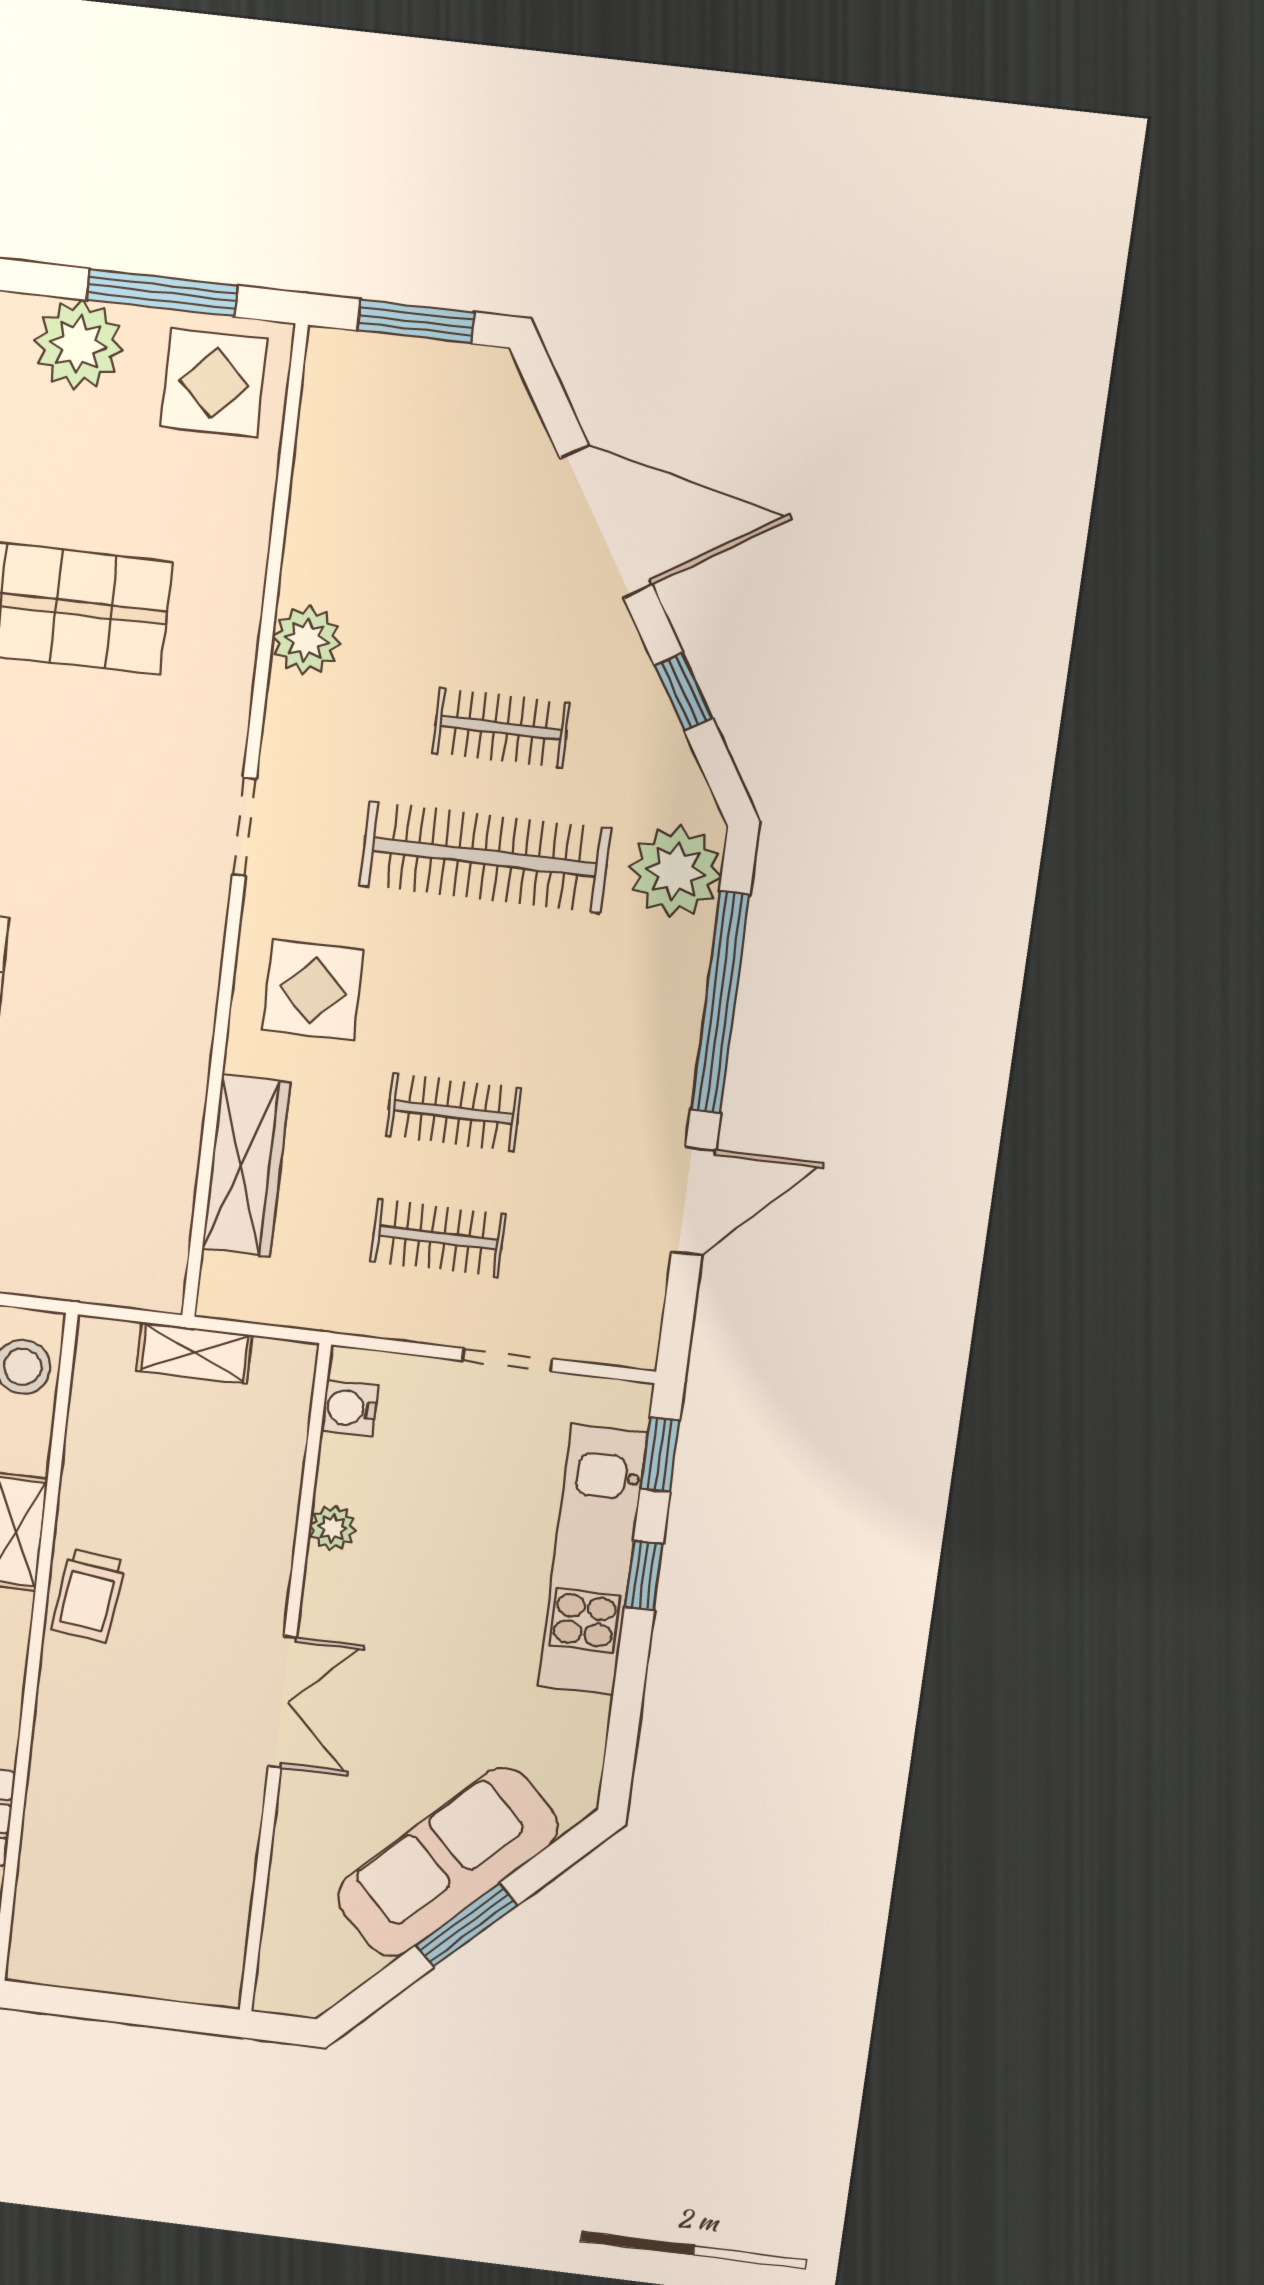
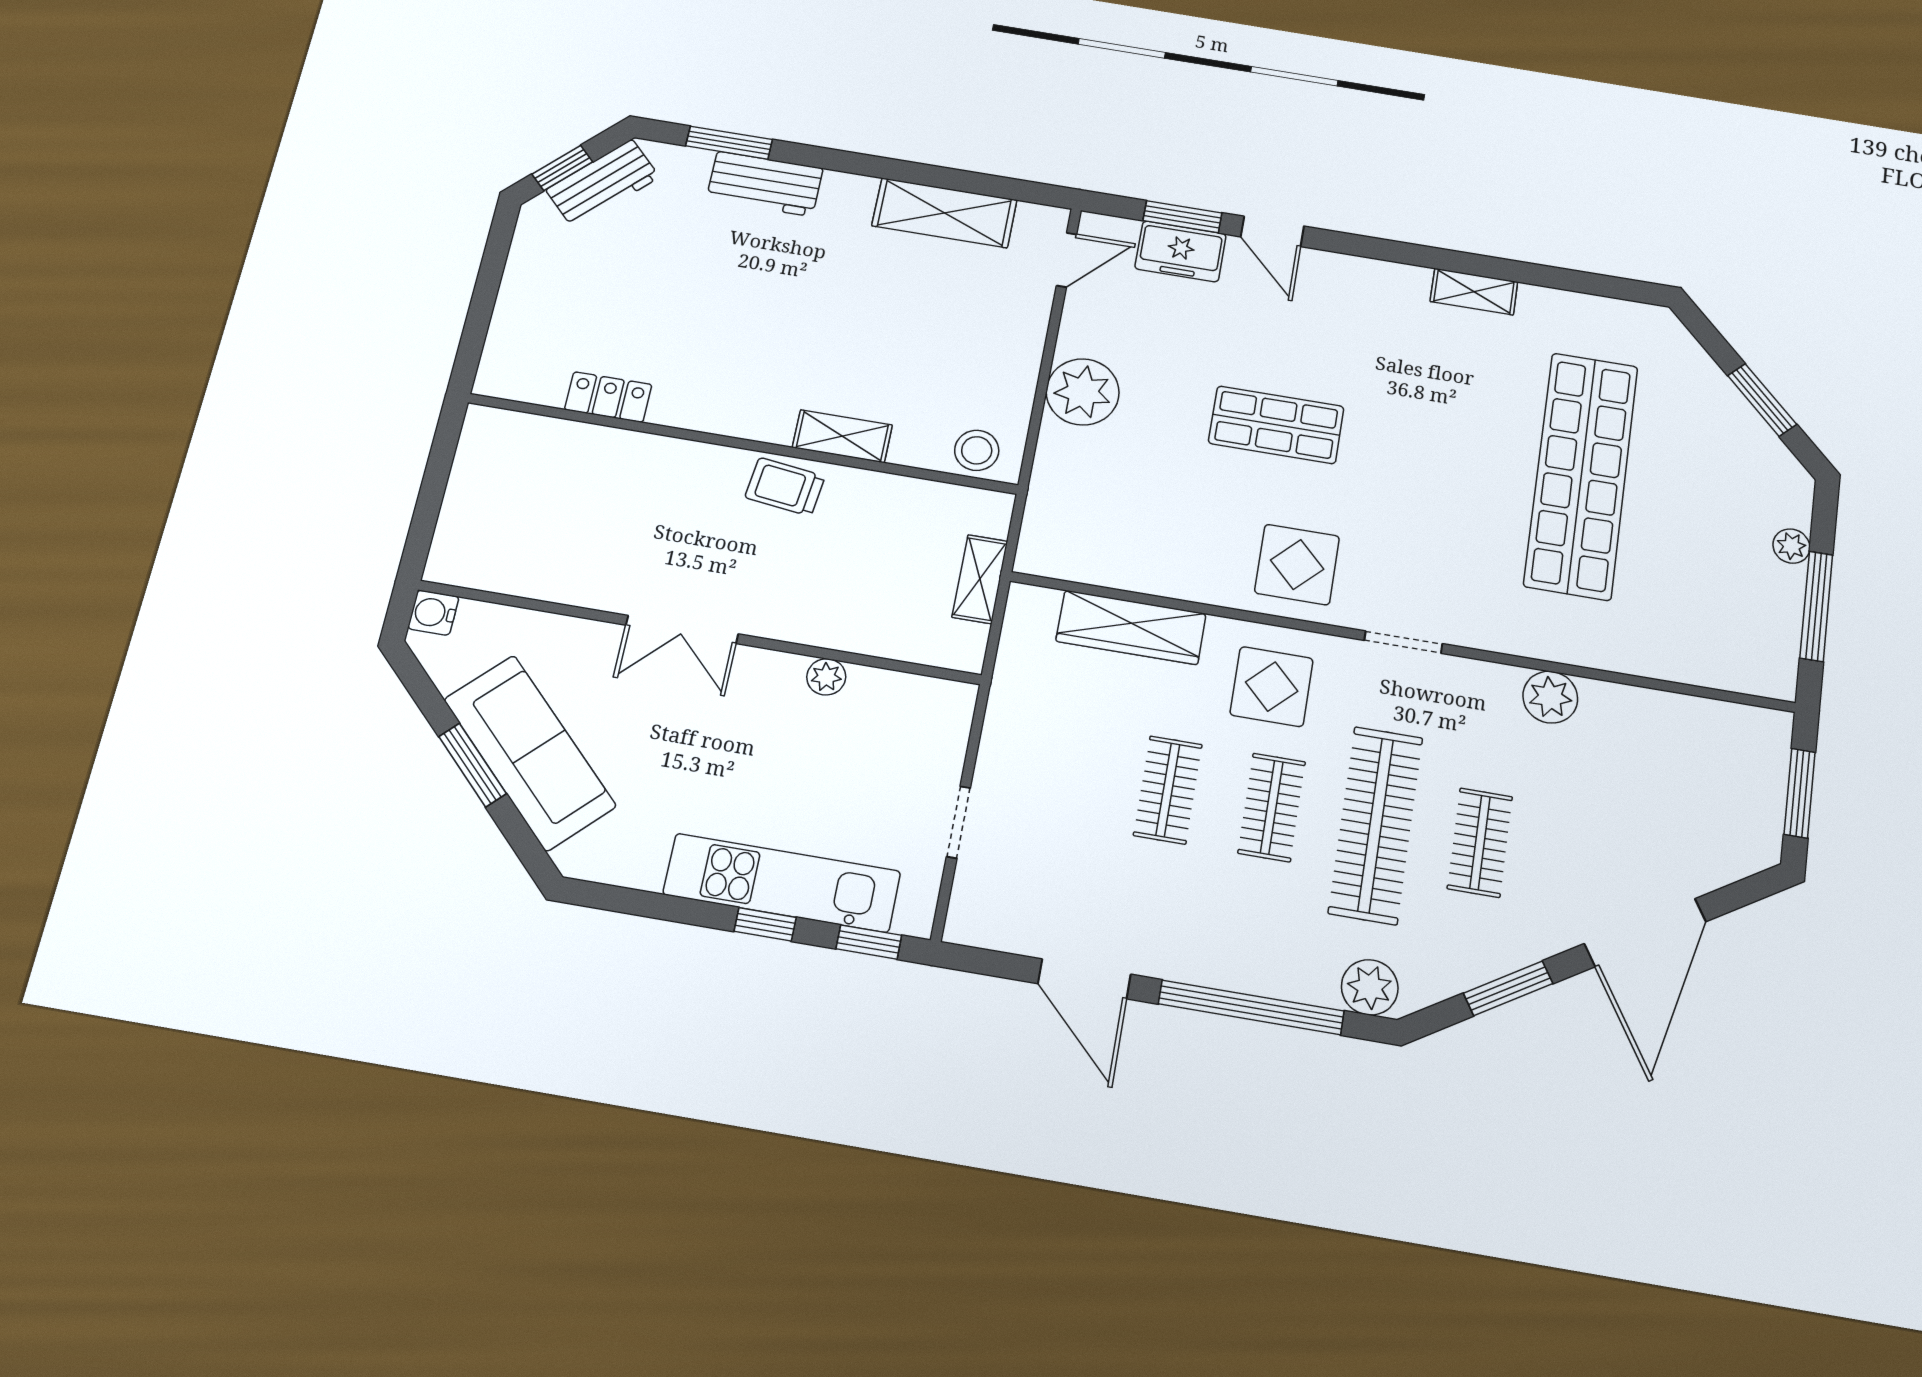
plant: (78, 345) -> (1791, 546), width x0.53, depth x0.53
display table: (214, 383) -> (1297, 565), moved
window: (684, 692) -> (1508, 988), width x1.50
plant: (675, 871) -> (1370, 987), width x0.73, depth x0.73
clothes rail: (438, 1238) -> (1272, 807), moved
water cooler: (350, 1408) -> (433, 613), moved, turned -90

